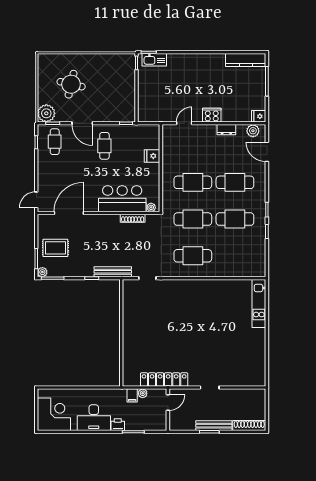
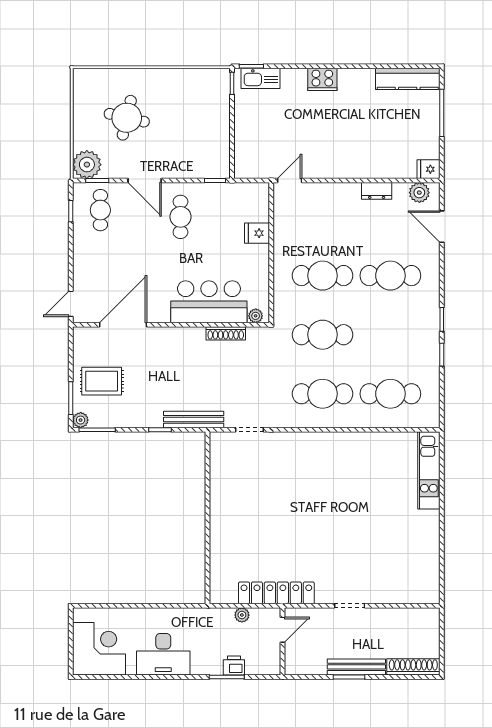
cooker: (212, 115) -> (322, 79), moved, turned 180
door: (184, 123) -> (290, 181), moved
cafe table: (235, 219) -> (390, 394), moved
filing cabinet: (132, 395) -> (225, 618), removed
printer: (118, 425) -> (234, 665), moved

